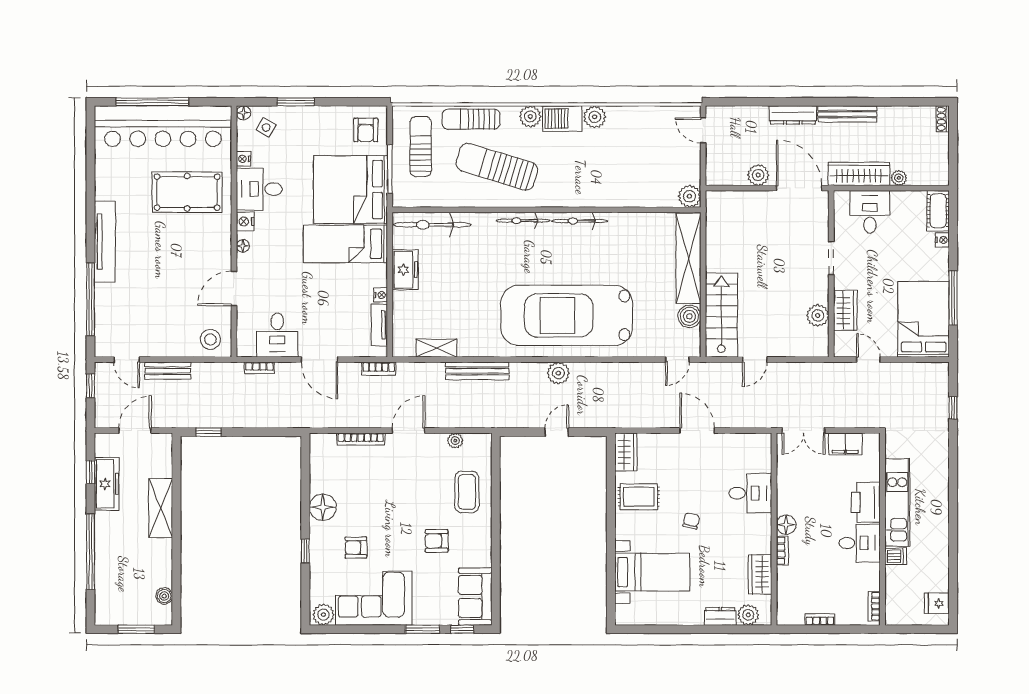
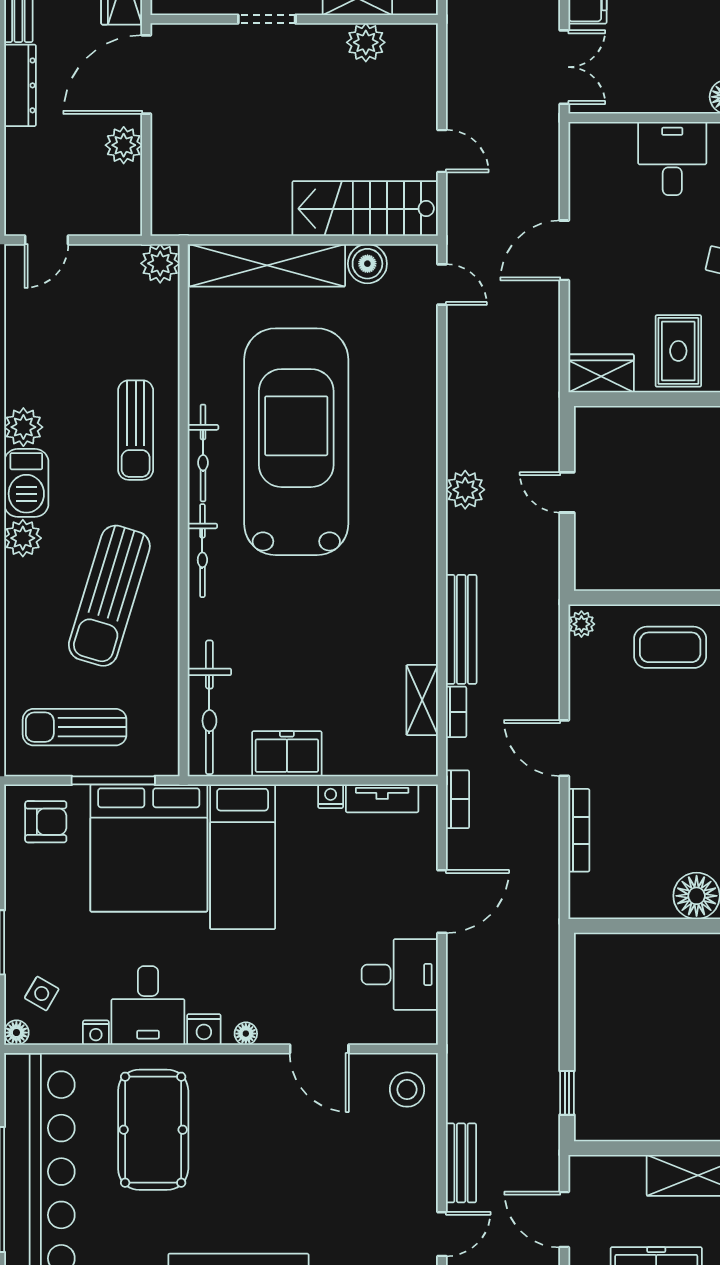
sun lounger: (471, 119) -> (136, 430), moved
car: (567, 315) -> (296, 442), moved, turned 180
bookcase: (259, 368) -> (456, 712), moved
plant: (455, 441) -> (581, 624), moved

